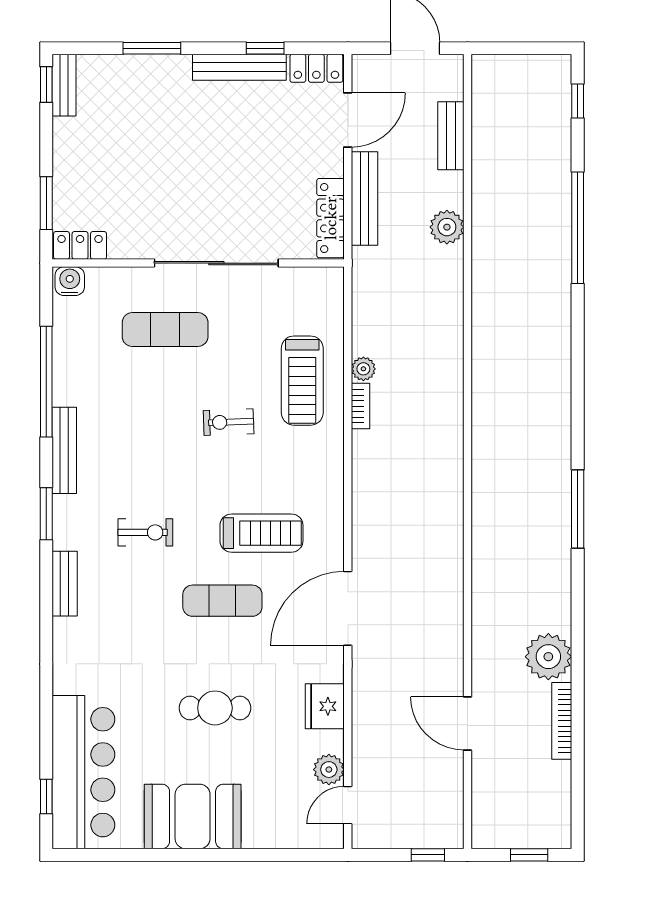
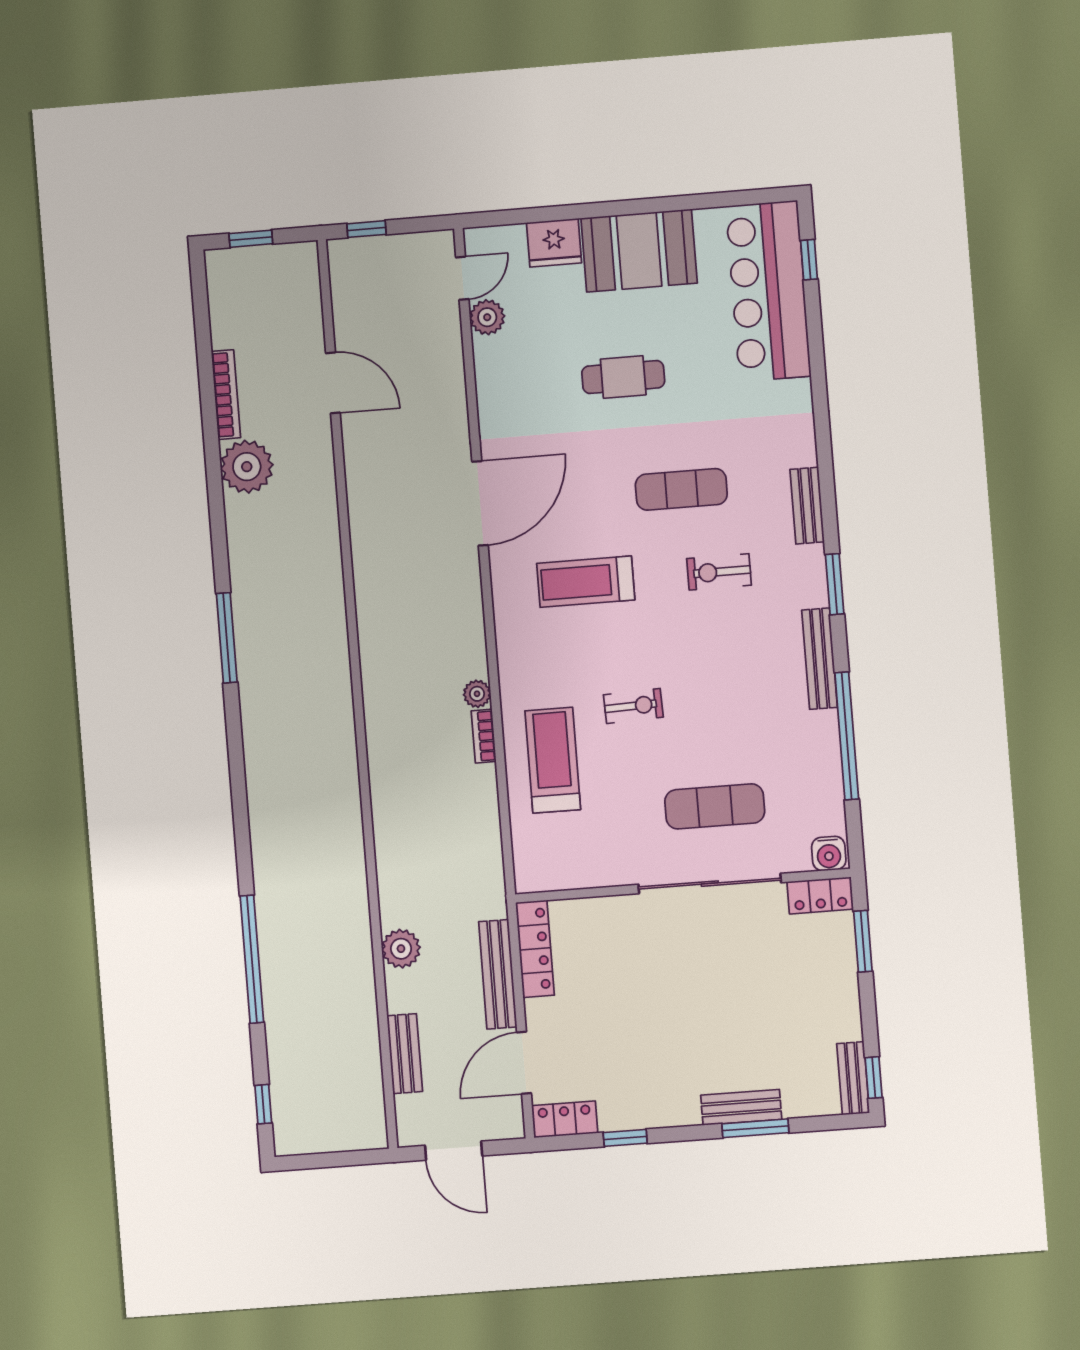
bench: (239, 67) -> (741, 1107), moved, width x0.73
sliding door: (216, 263) -> (710, 884), moved
plant: (363, 369) -> (477, 694), moved
exercise mat: (222, 601) -> (681, 489), moved
fridge: (325, 706) -> (554, 243), moved, turned 90

